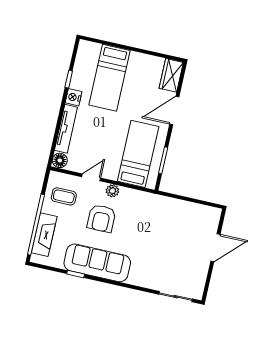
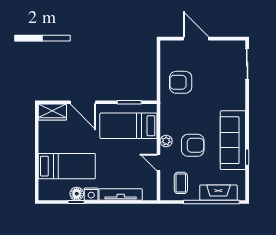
floor lamp: (60, 160) -> (77, 194), moved
armchair: (172, 221) -> (181, 82), added

